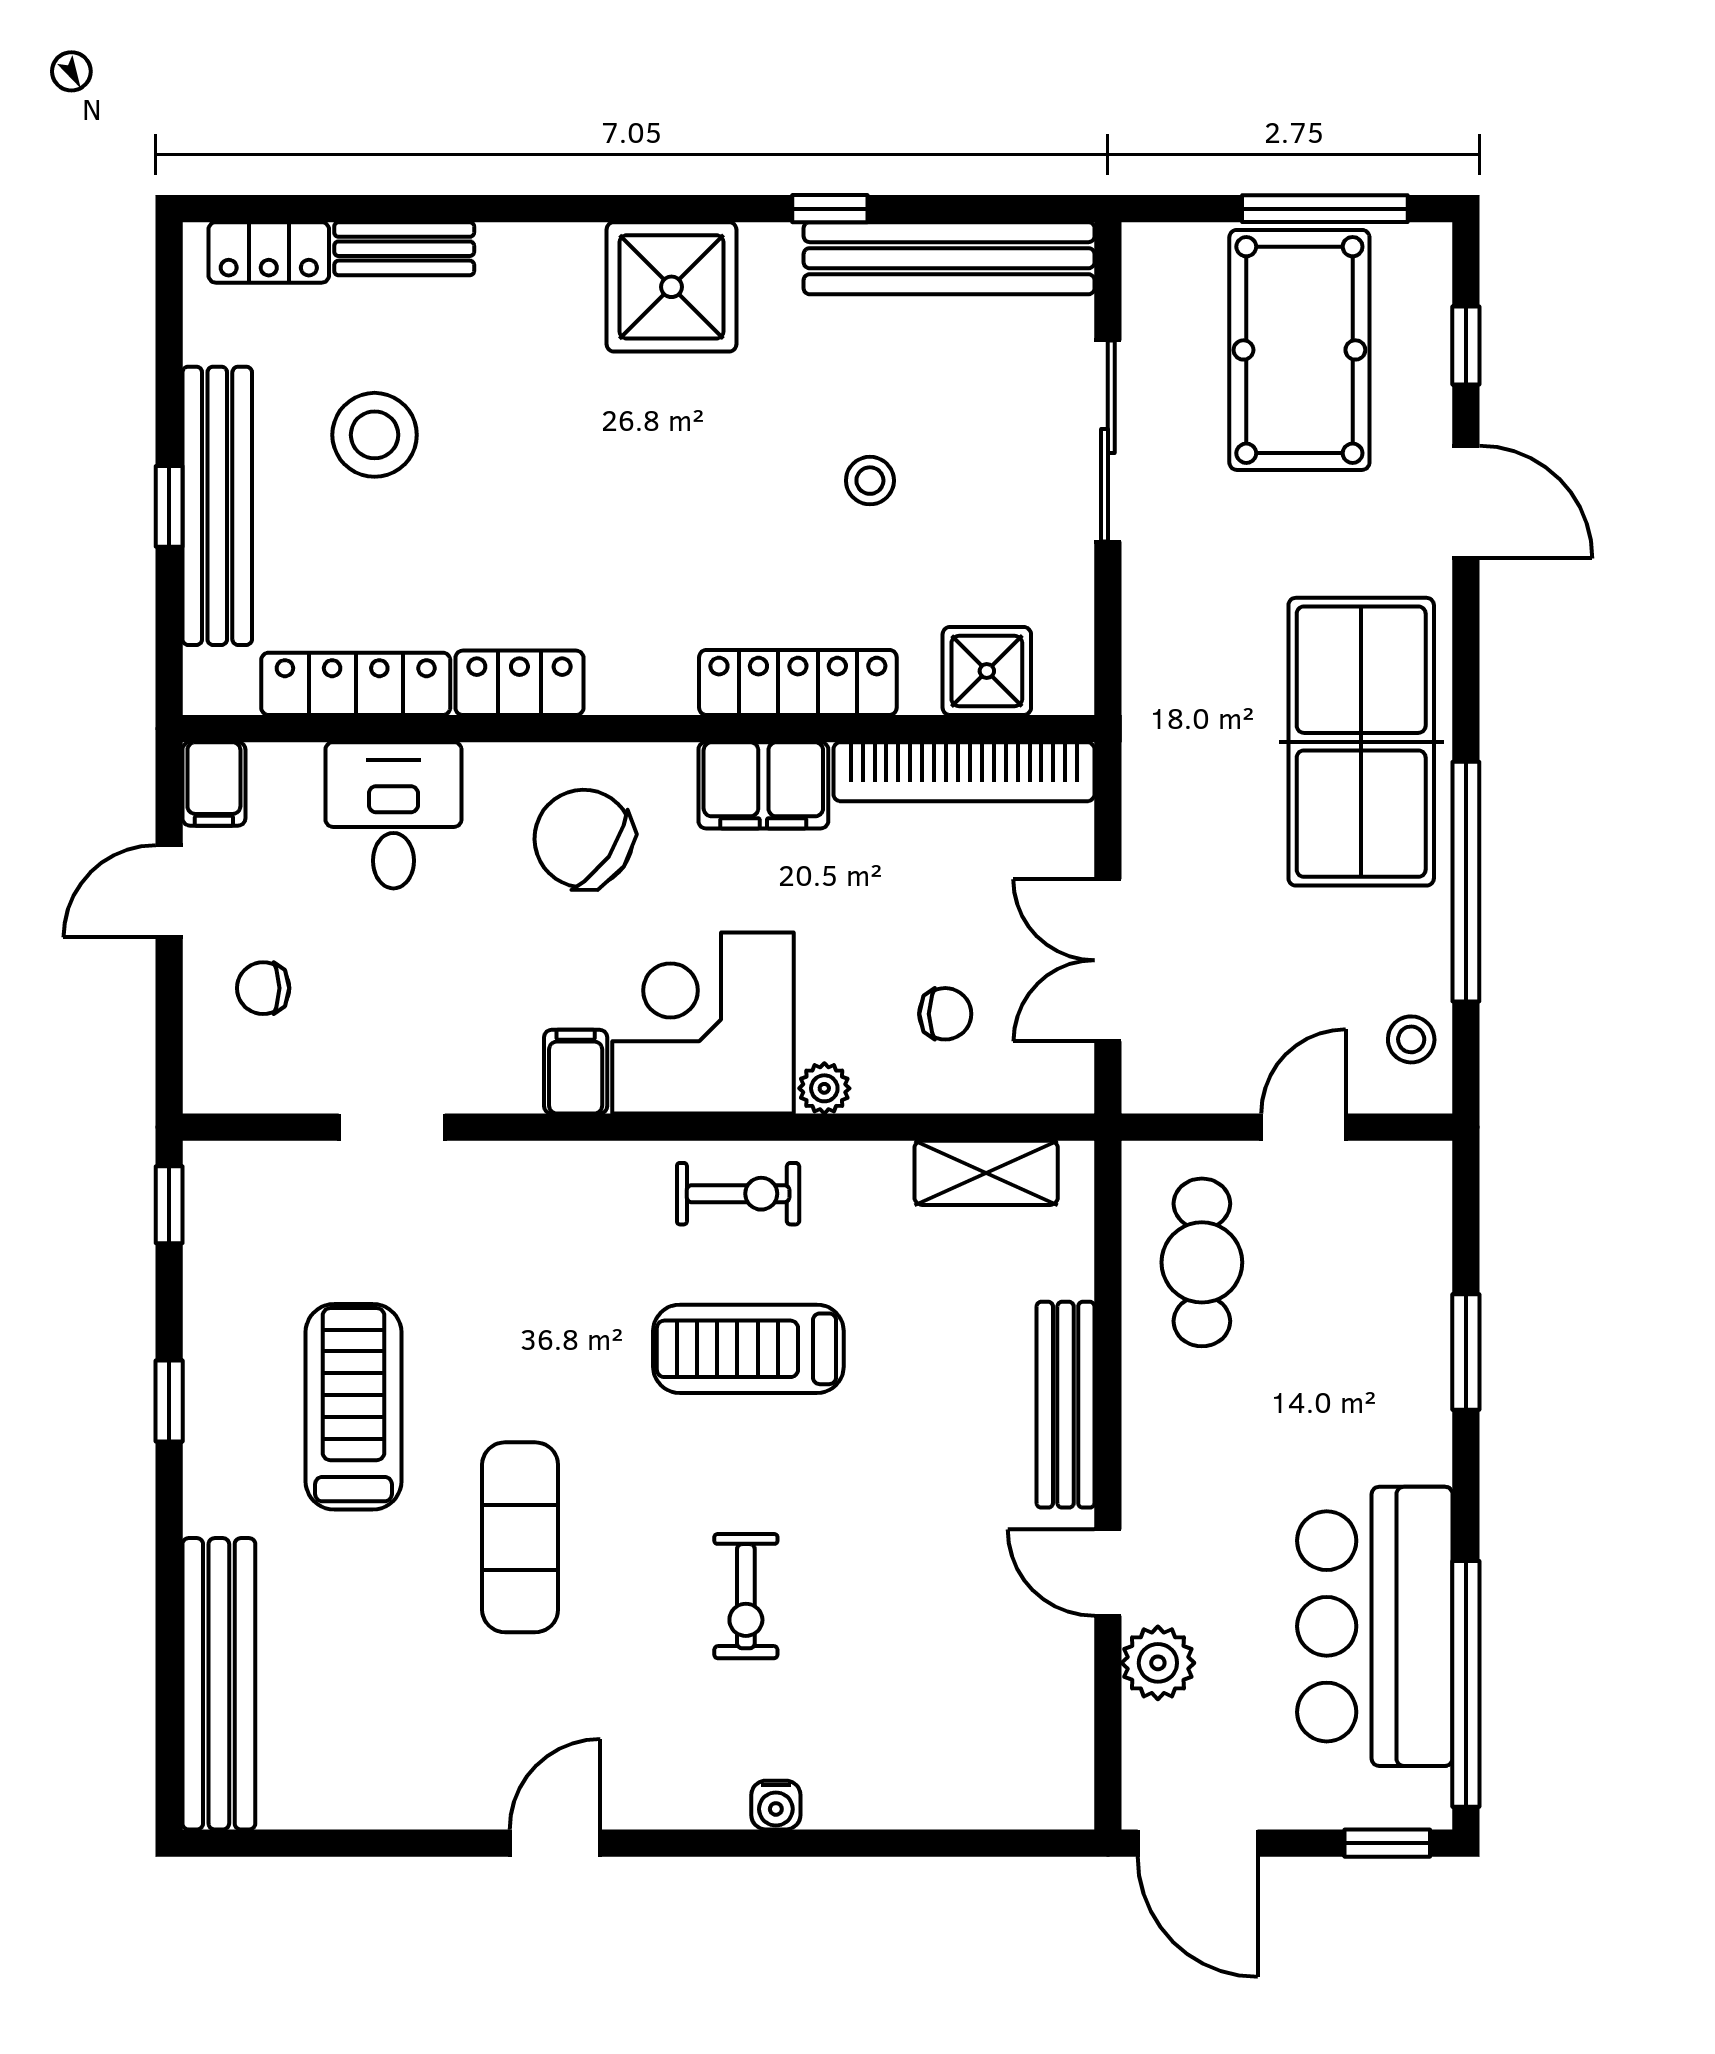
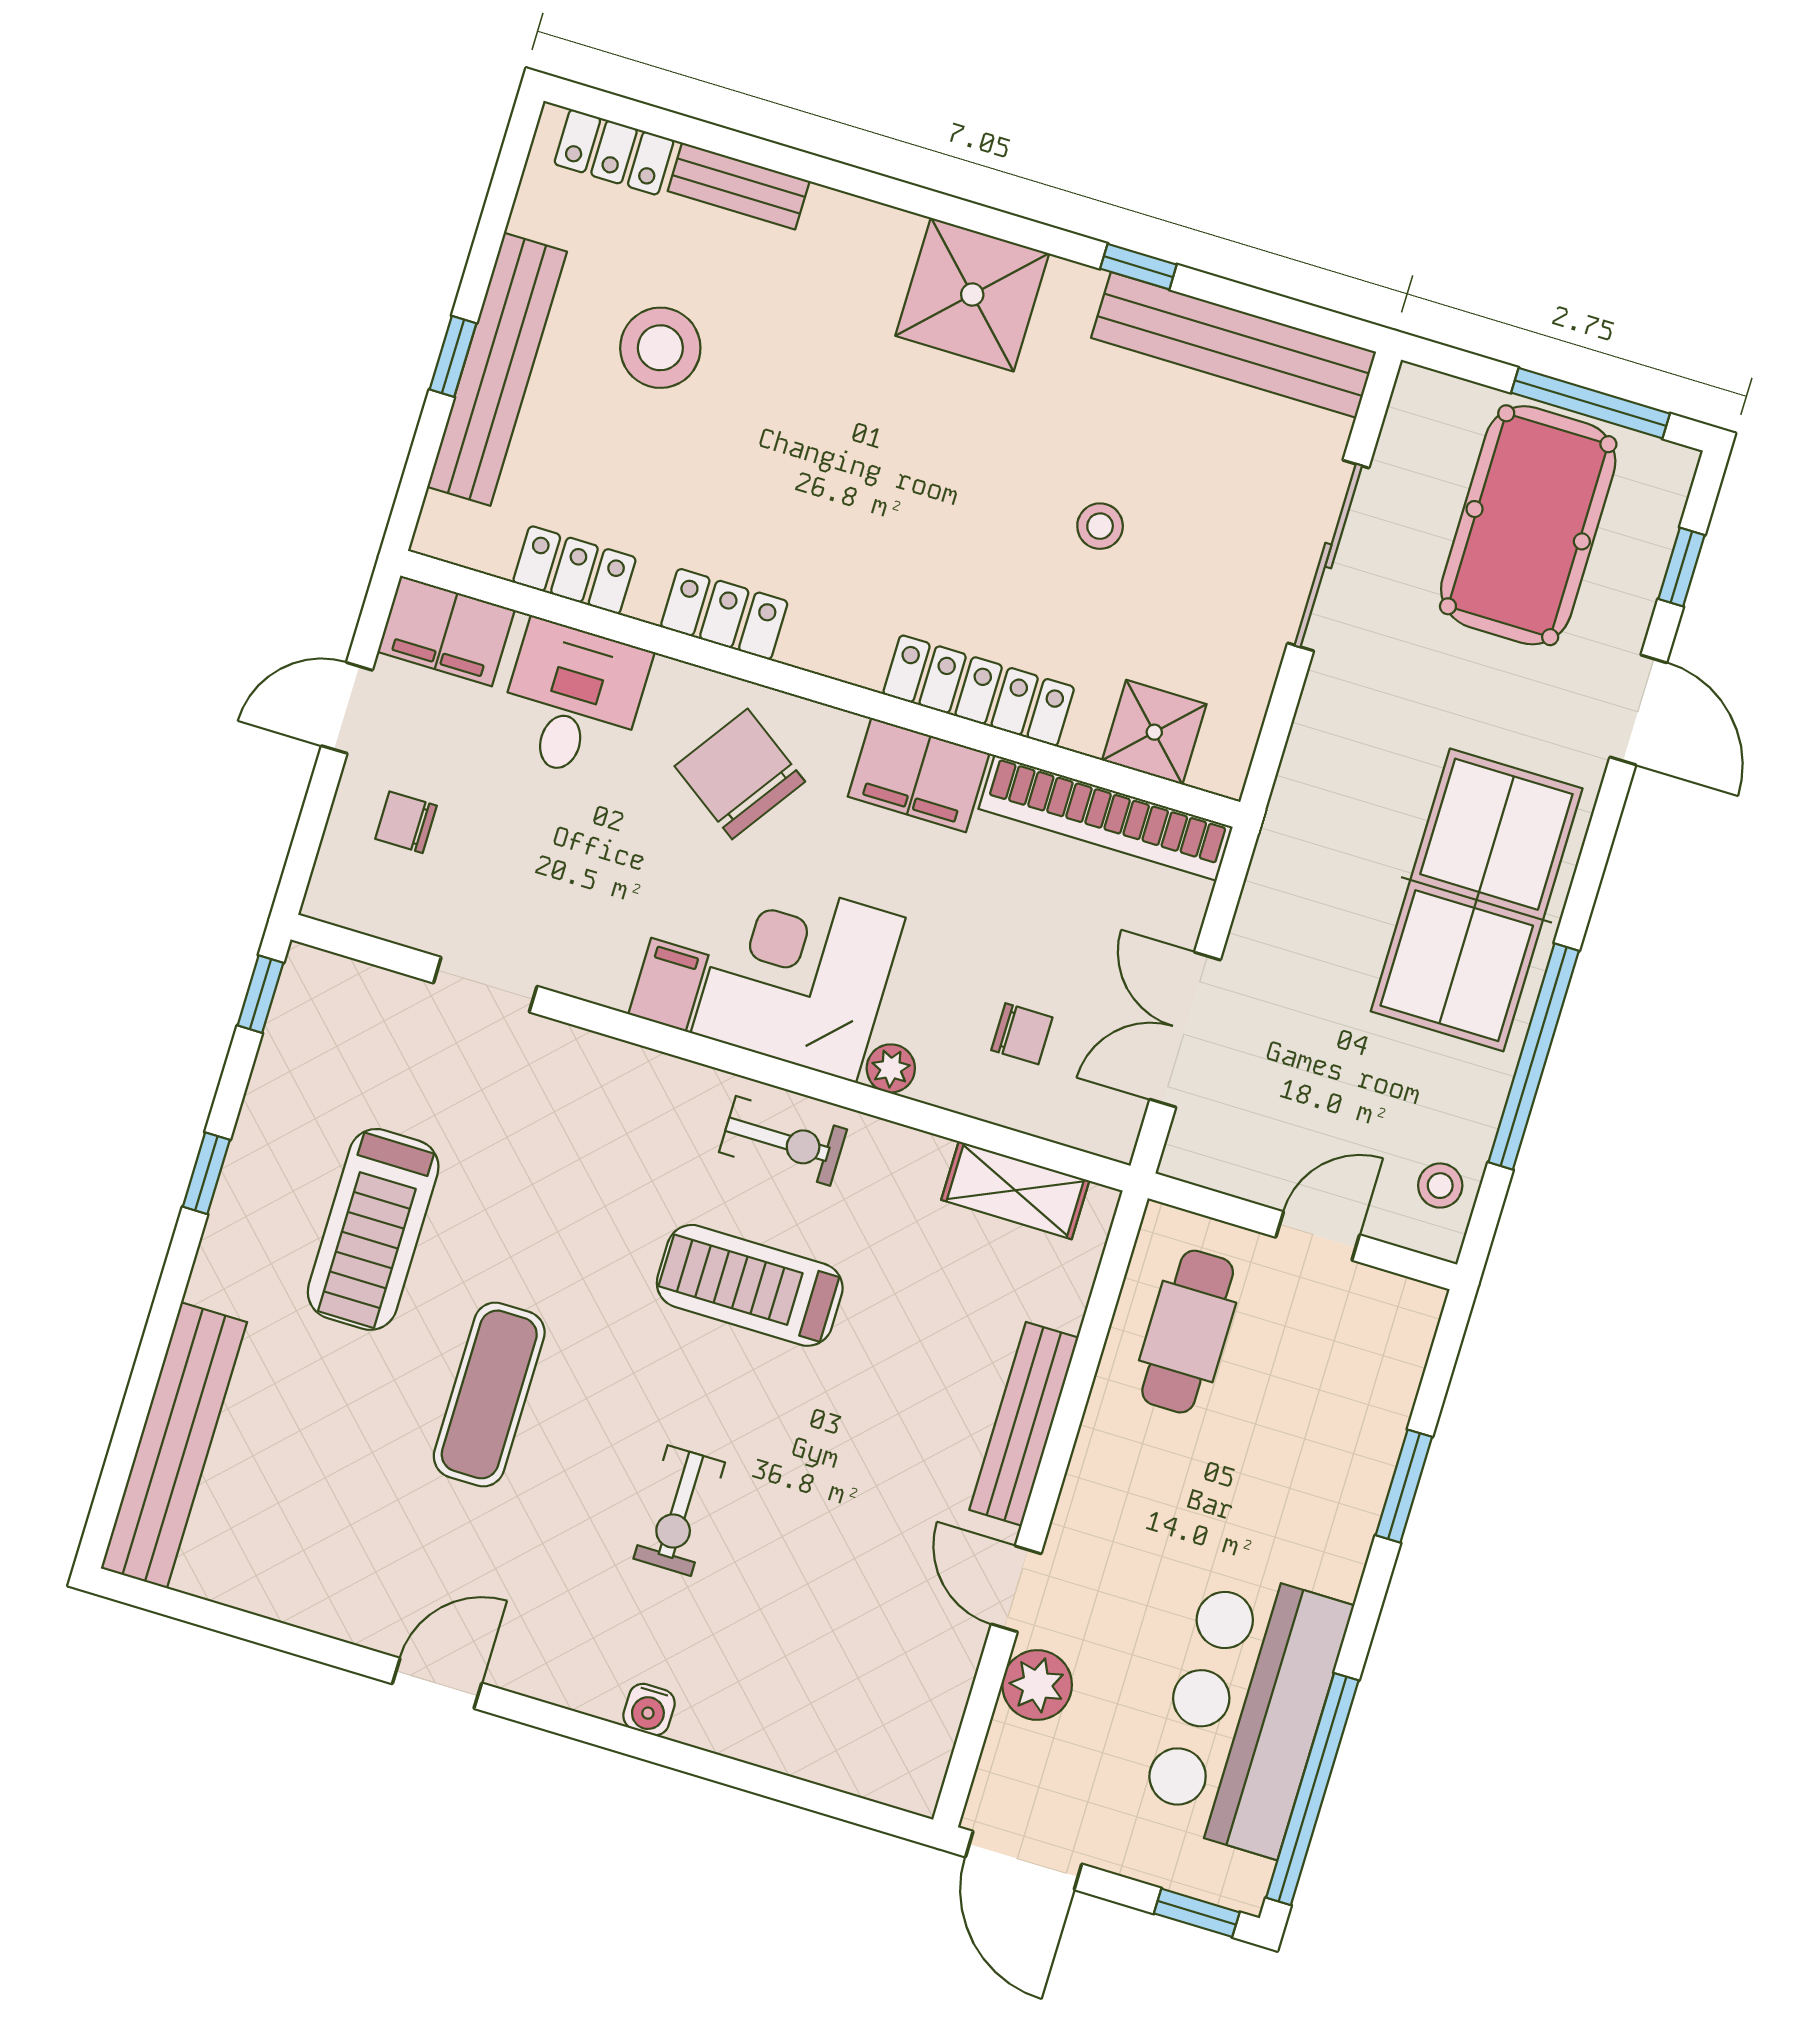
locker: (356, 684) -> (574, 570), width x0.66
filing cabinet: (214, 784) -> (446, 631), width x2.00
treadmill: (353, 1407) -> (373, 1229), turned 180

